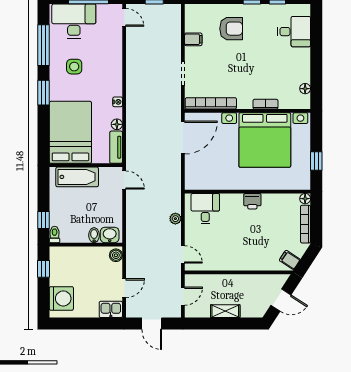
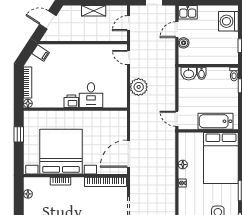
tv unit: (116, 147) -> (183, 146), removed
desk: (205, 209) -> (91, 95), moved
plant: (175, 219) -> (139, 87), width x1.88, depth x1.88
boiler: (116, 255) -> (184, 43), moved

